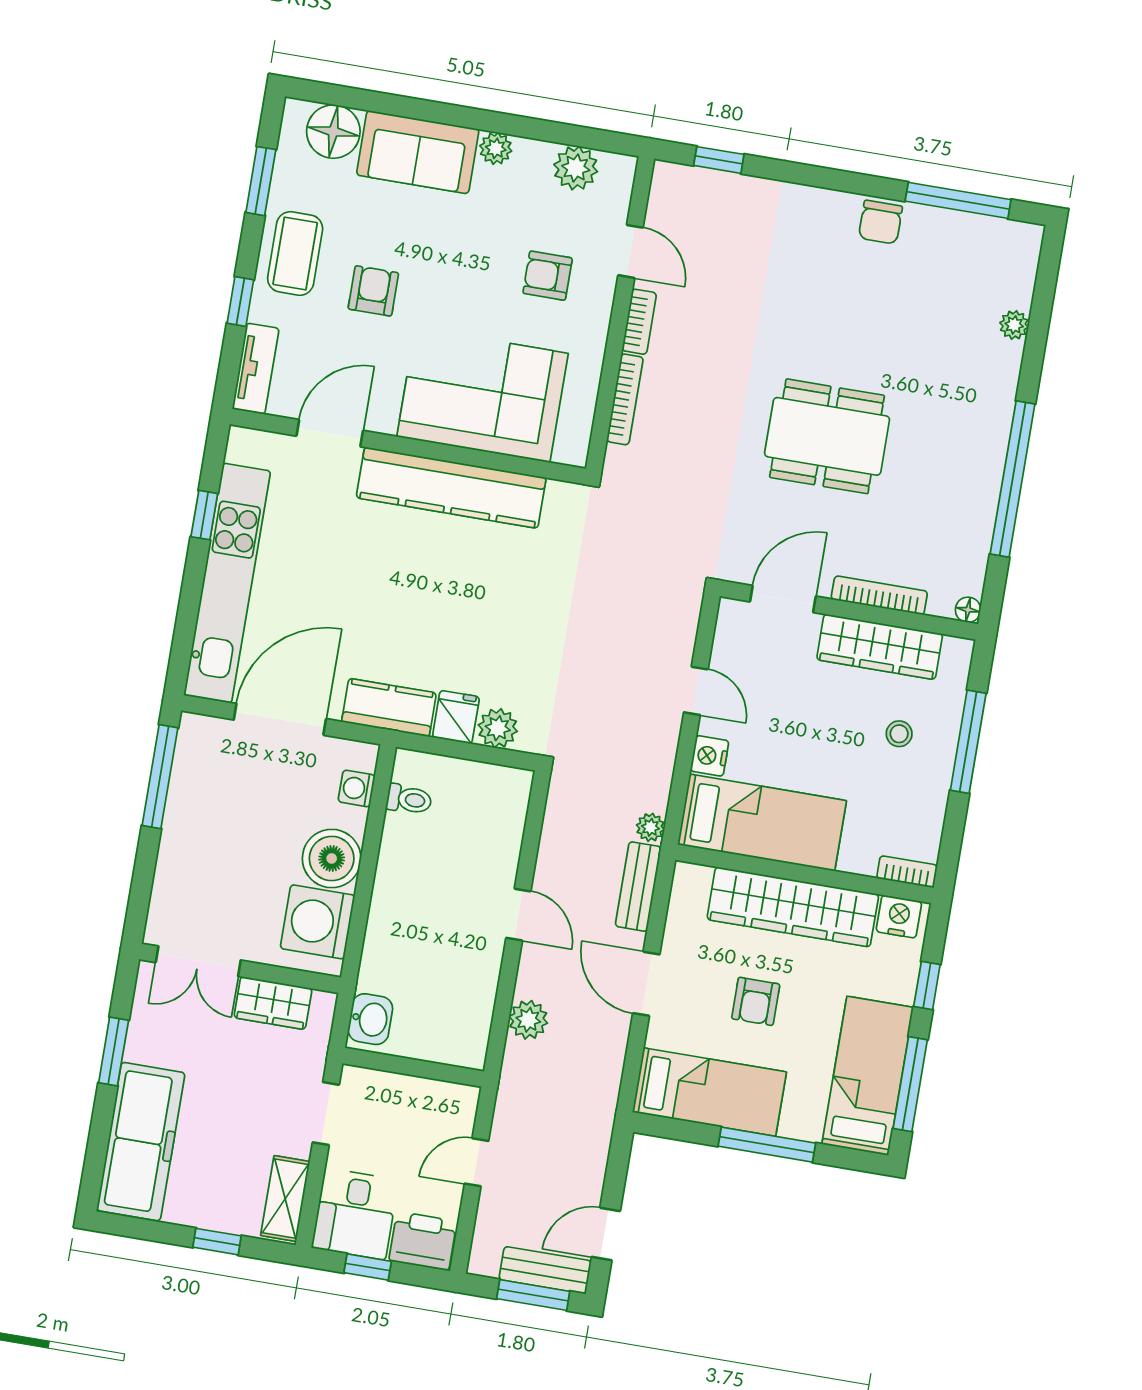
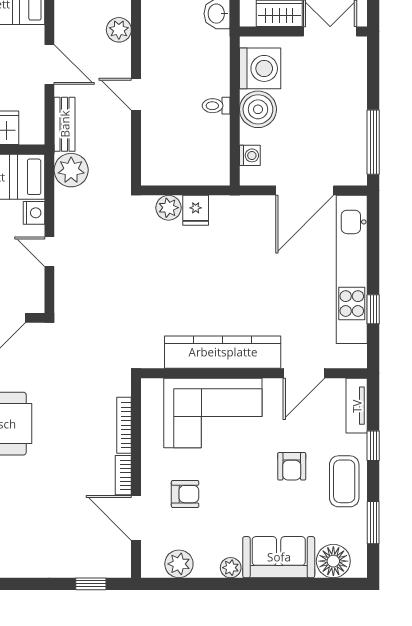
door: (631, 251) -> (136, 518), width x1.38
kitchen counter: (389, 707) -> (238, 209), removed
toilet: (409, 799) -> (216, 106), moved
plant: (650, 827) -> (71, 170), width x1.87, depth x1.87

